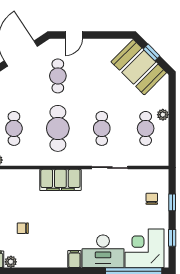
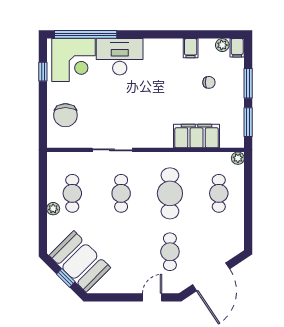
filing cabinet: (60, 180) -> (197, 136), moved
chair: (152, 199) -> (65, 115), width x1.87, depth x1.87
window: (172, 202) -> (43, 111), removed
filing cabinet: (74, 259) -> (191, 48), moved

